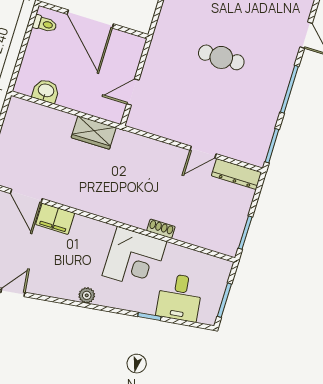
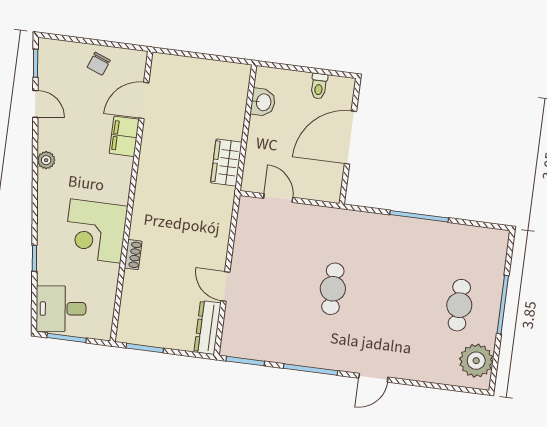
toilet: (45, 24) -> (319, 86), moved
plant: (87, 295) -> (46, 160), moved
desk: (179, 297) -> (61, 309), moved

